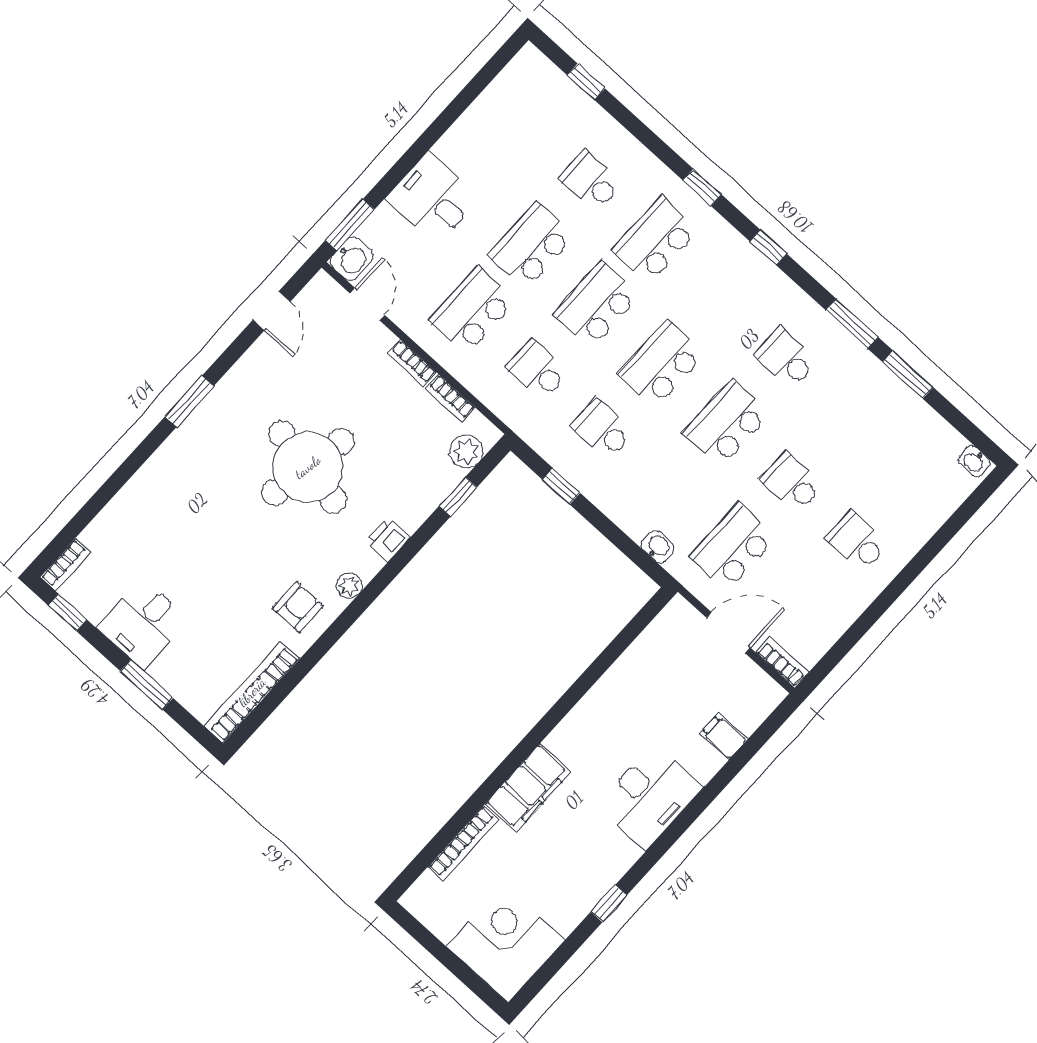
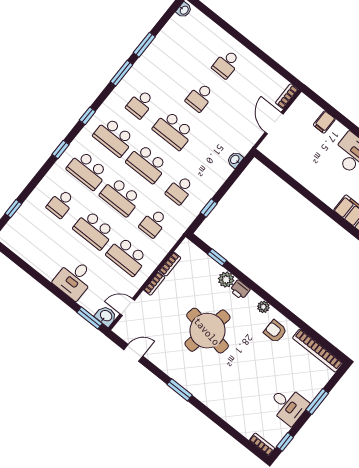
plant: (466, 452) -> (226, 280), moved
school desk: (733, 547) -> (114, 137), moved

